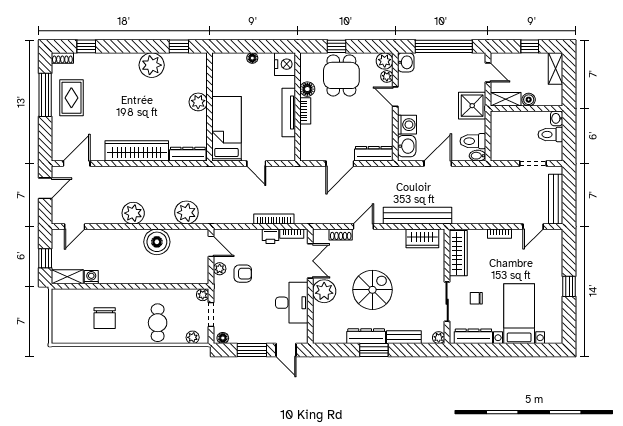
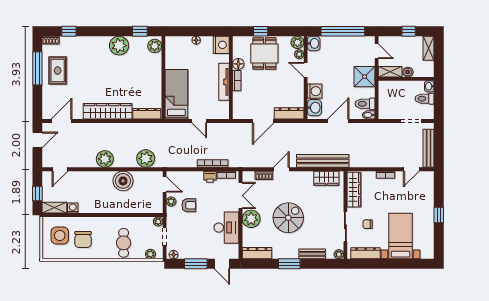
plant: (198, 102) -> (155, 46), moved
side table: (74, 313) -> (60, 236), added
dresser: (366, 336) -> (257, 253), moved

